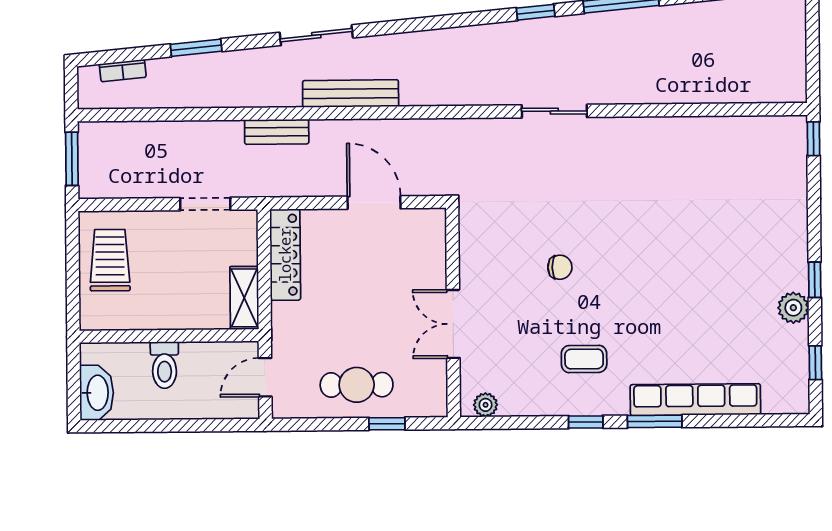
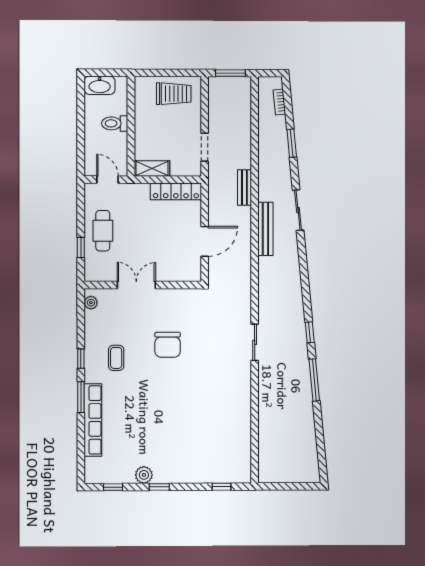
window: (813, 139) -> (222, 487), moved
chair: (560, 267) -> (168, 345), width x1.87, depth x1.87

